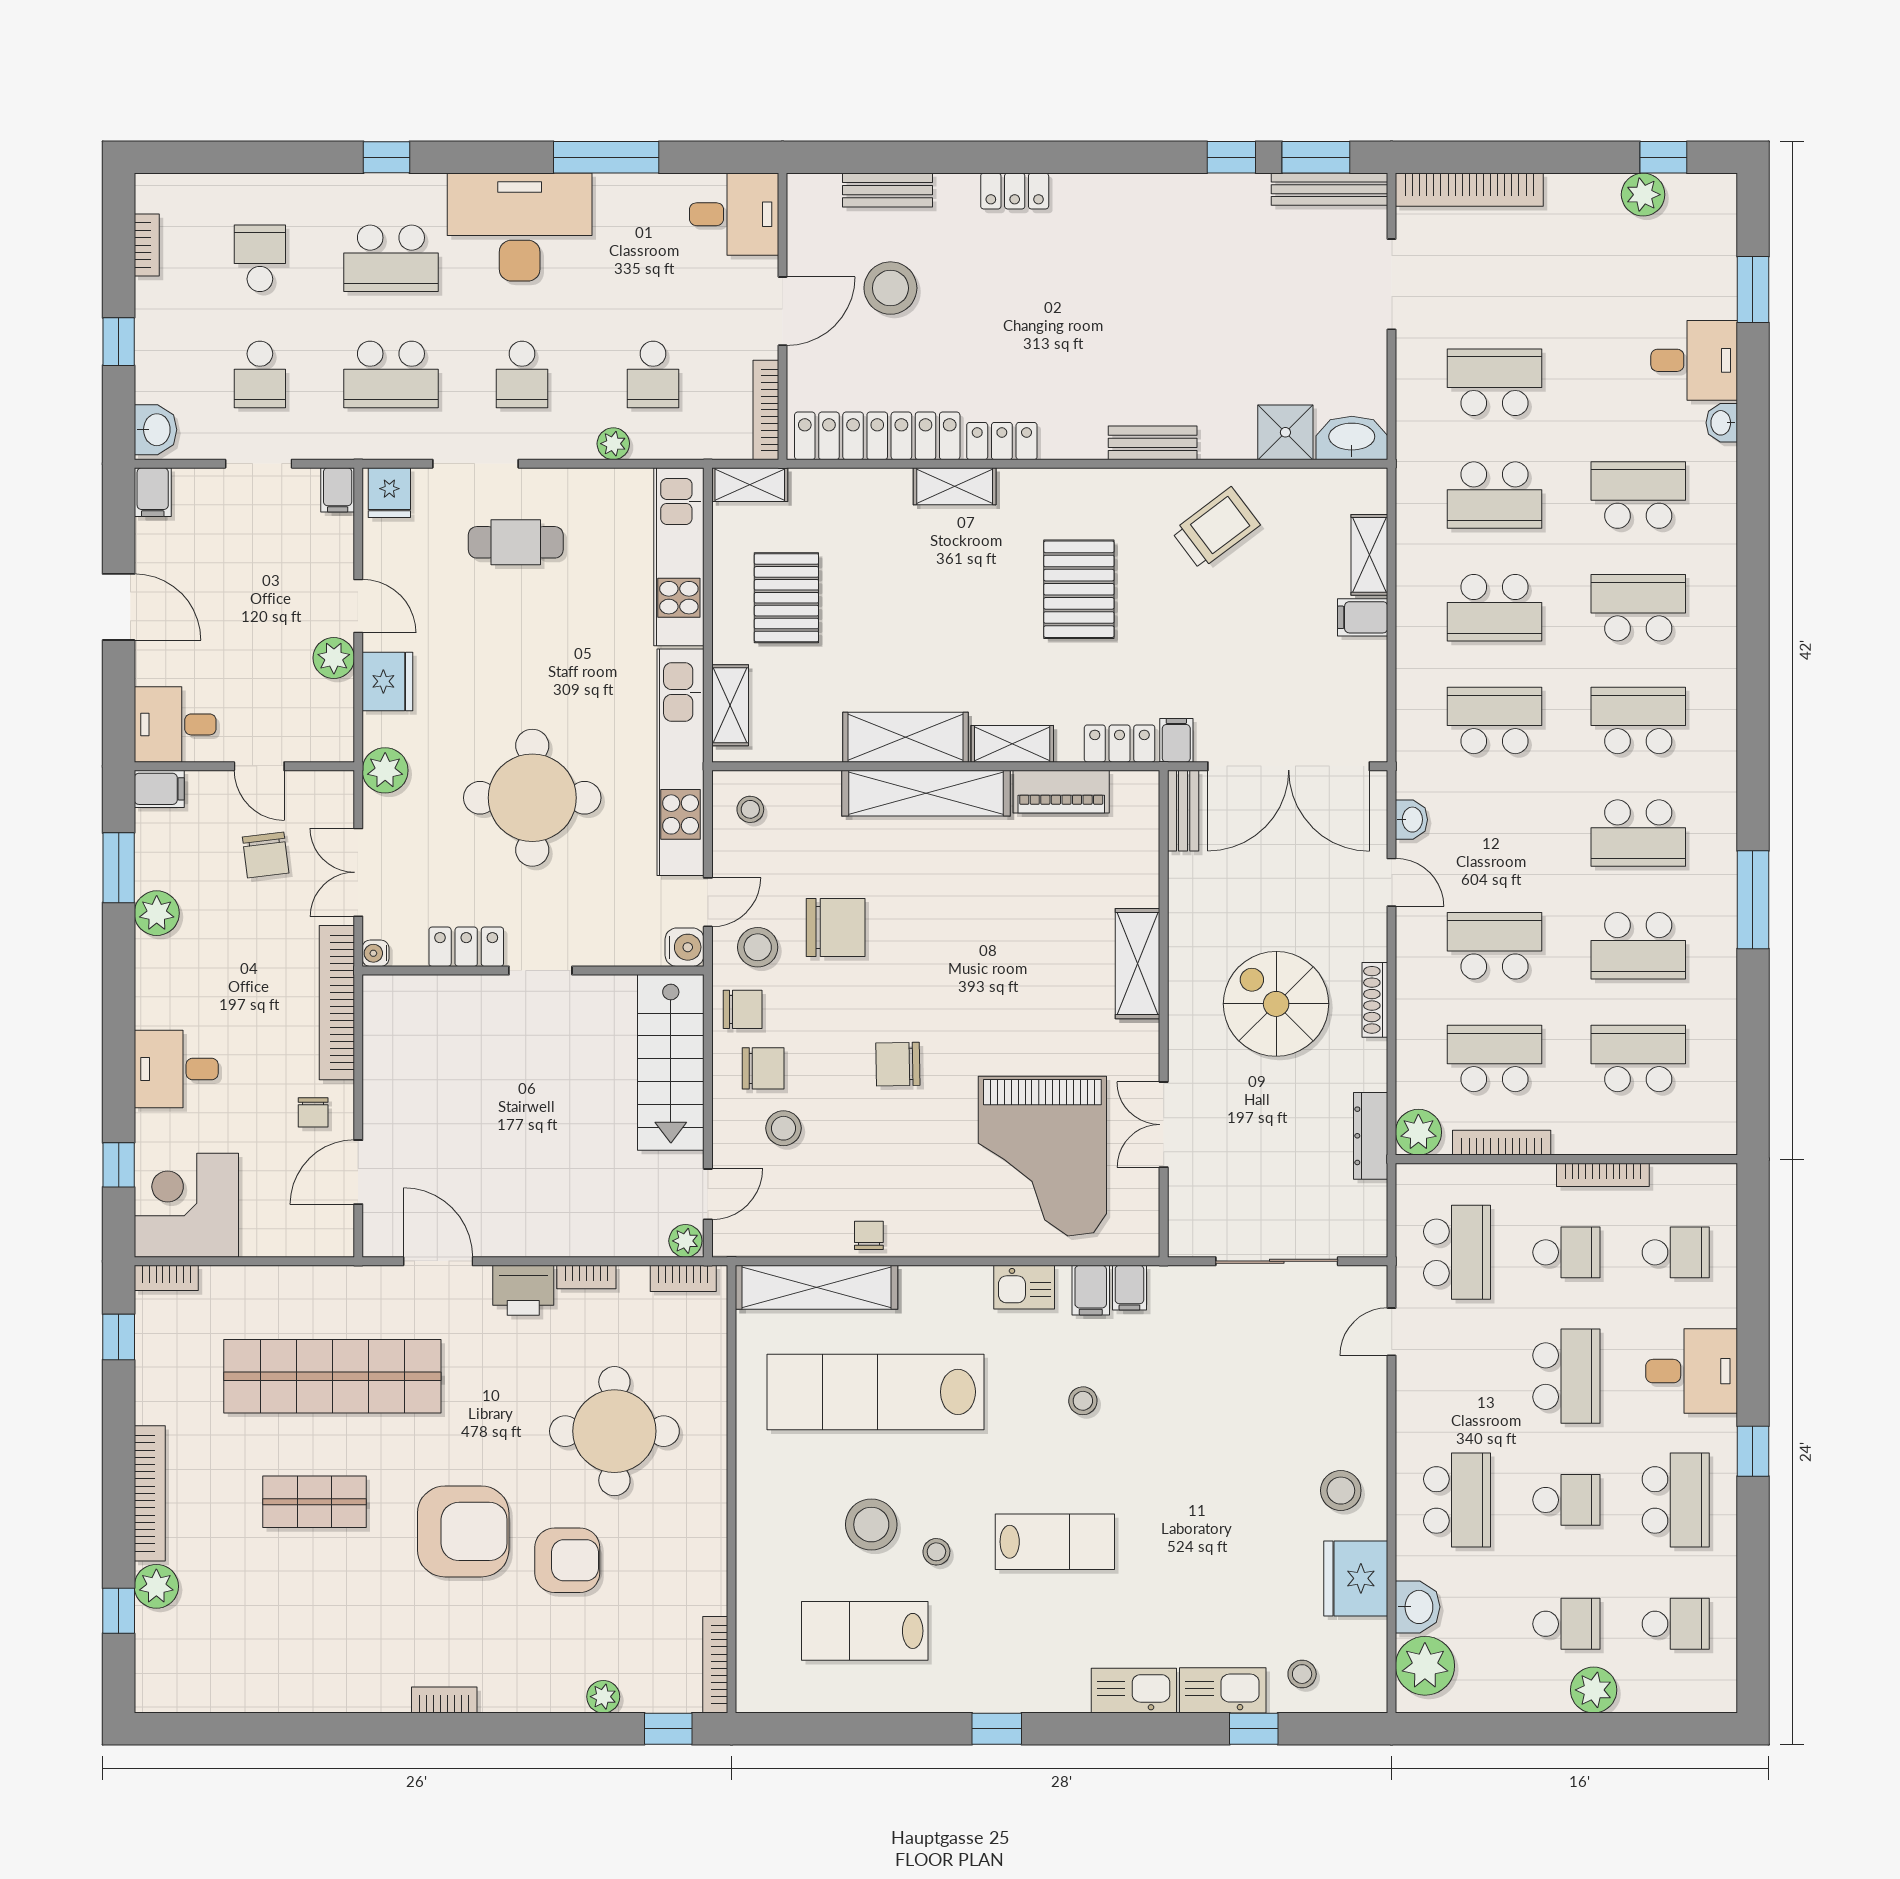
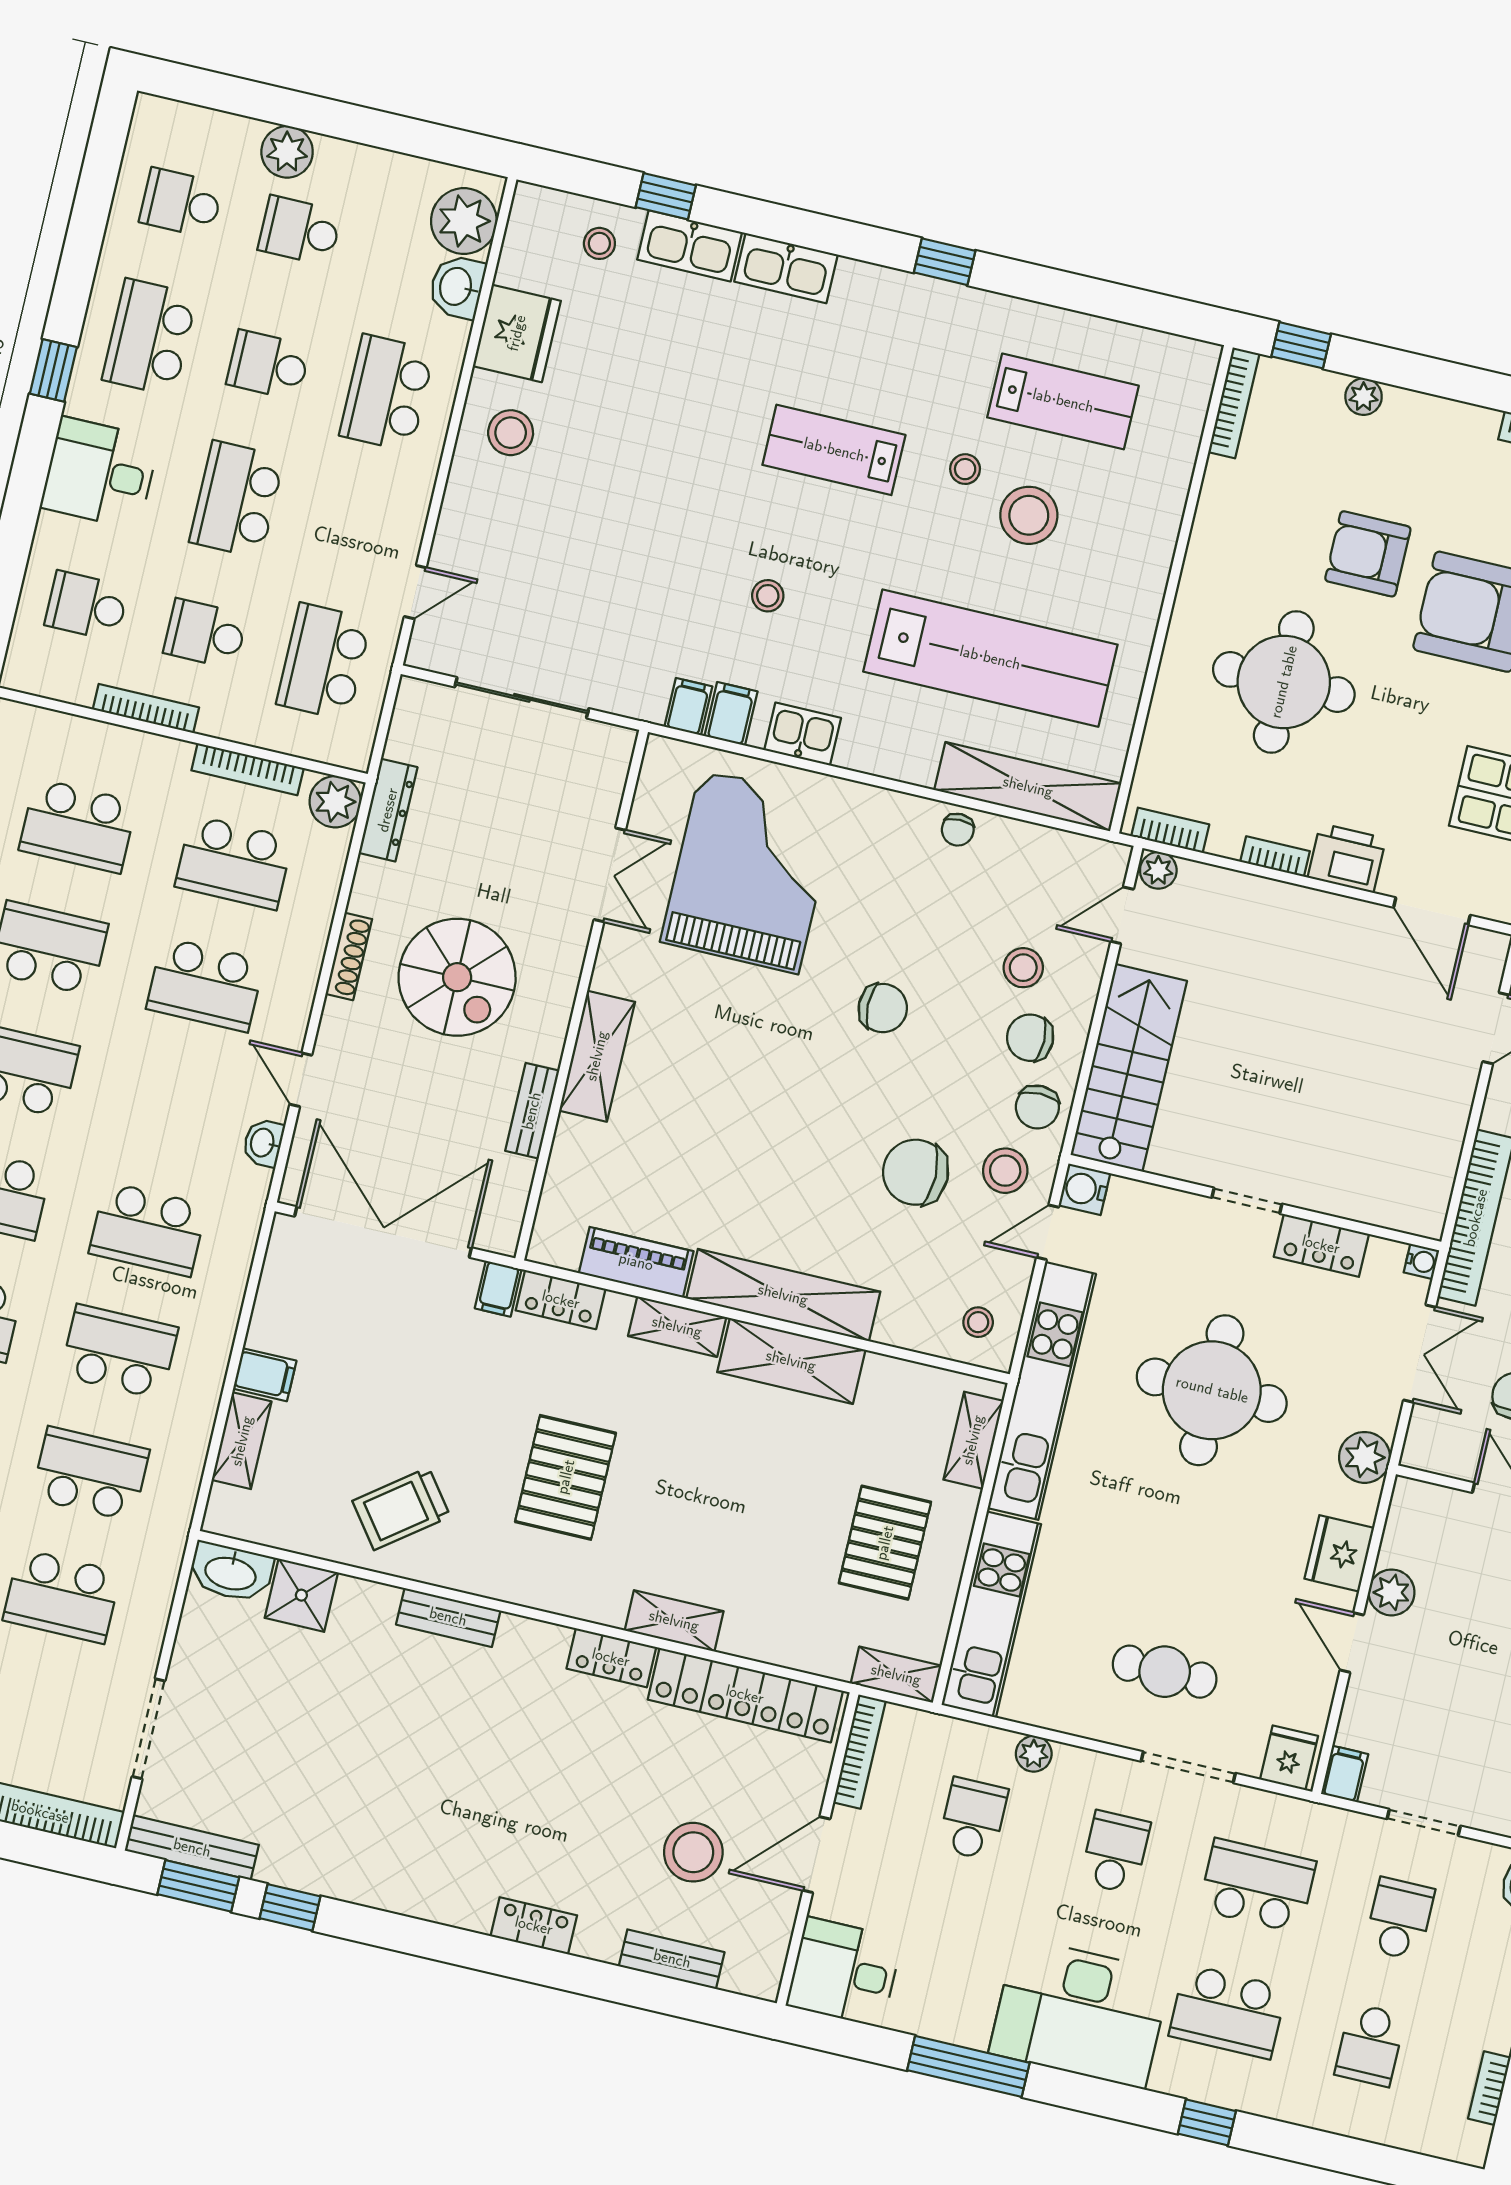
school desk: (391, 258) -> (1228, 2012), turned 180
bench: (1183, 811) -> (532, 1111), moved
chair: (743, 1009) -> (1037, 1107), turned -90

